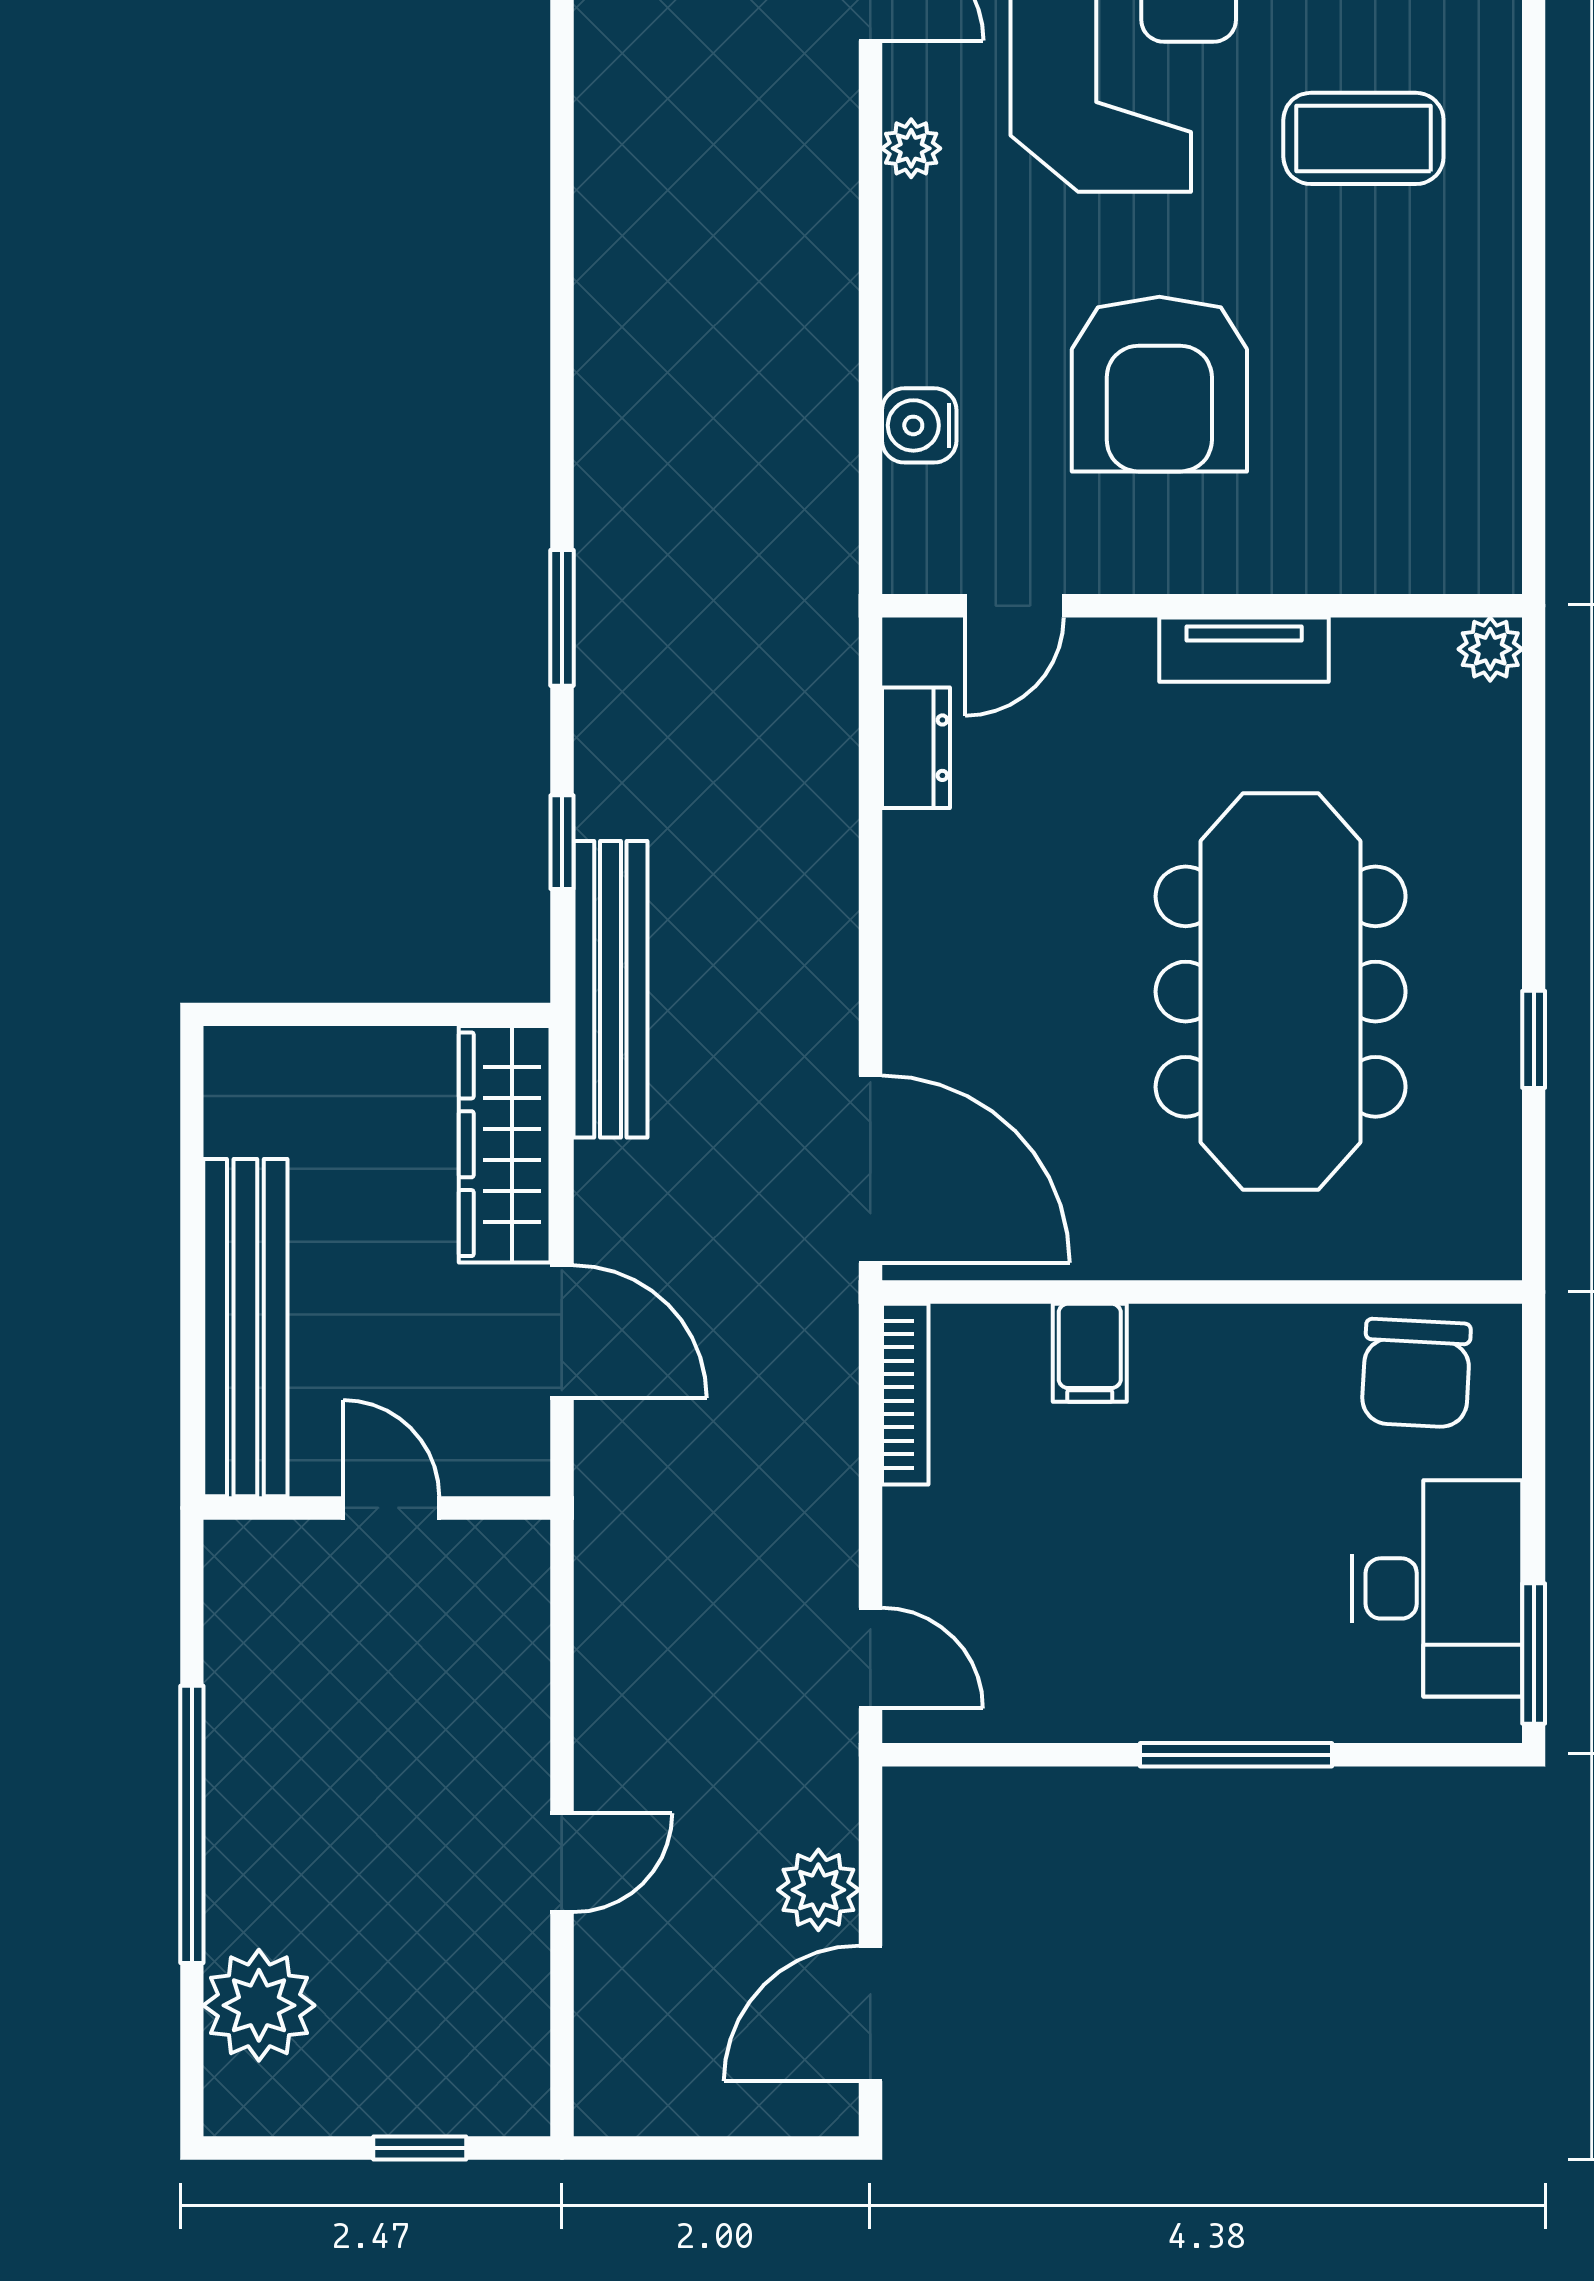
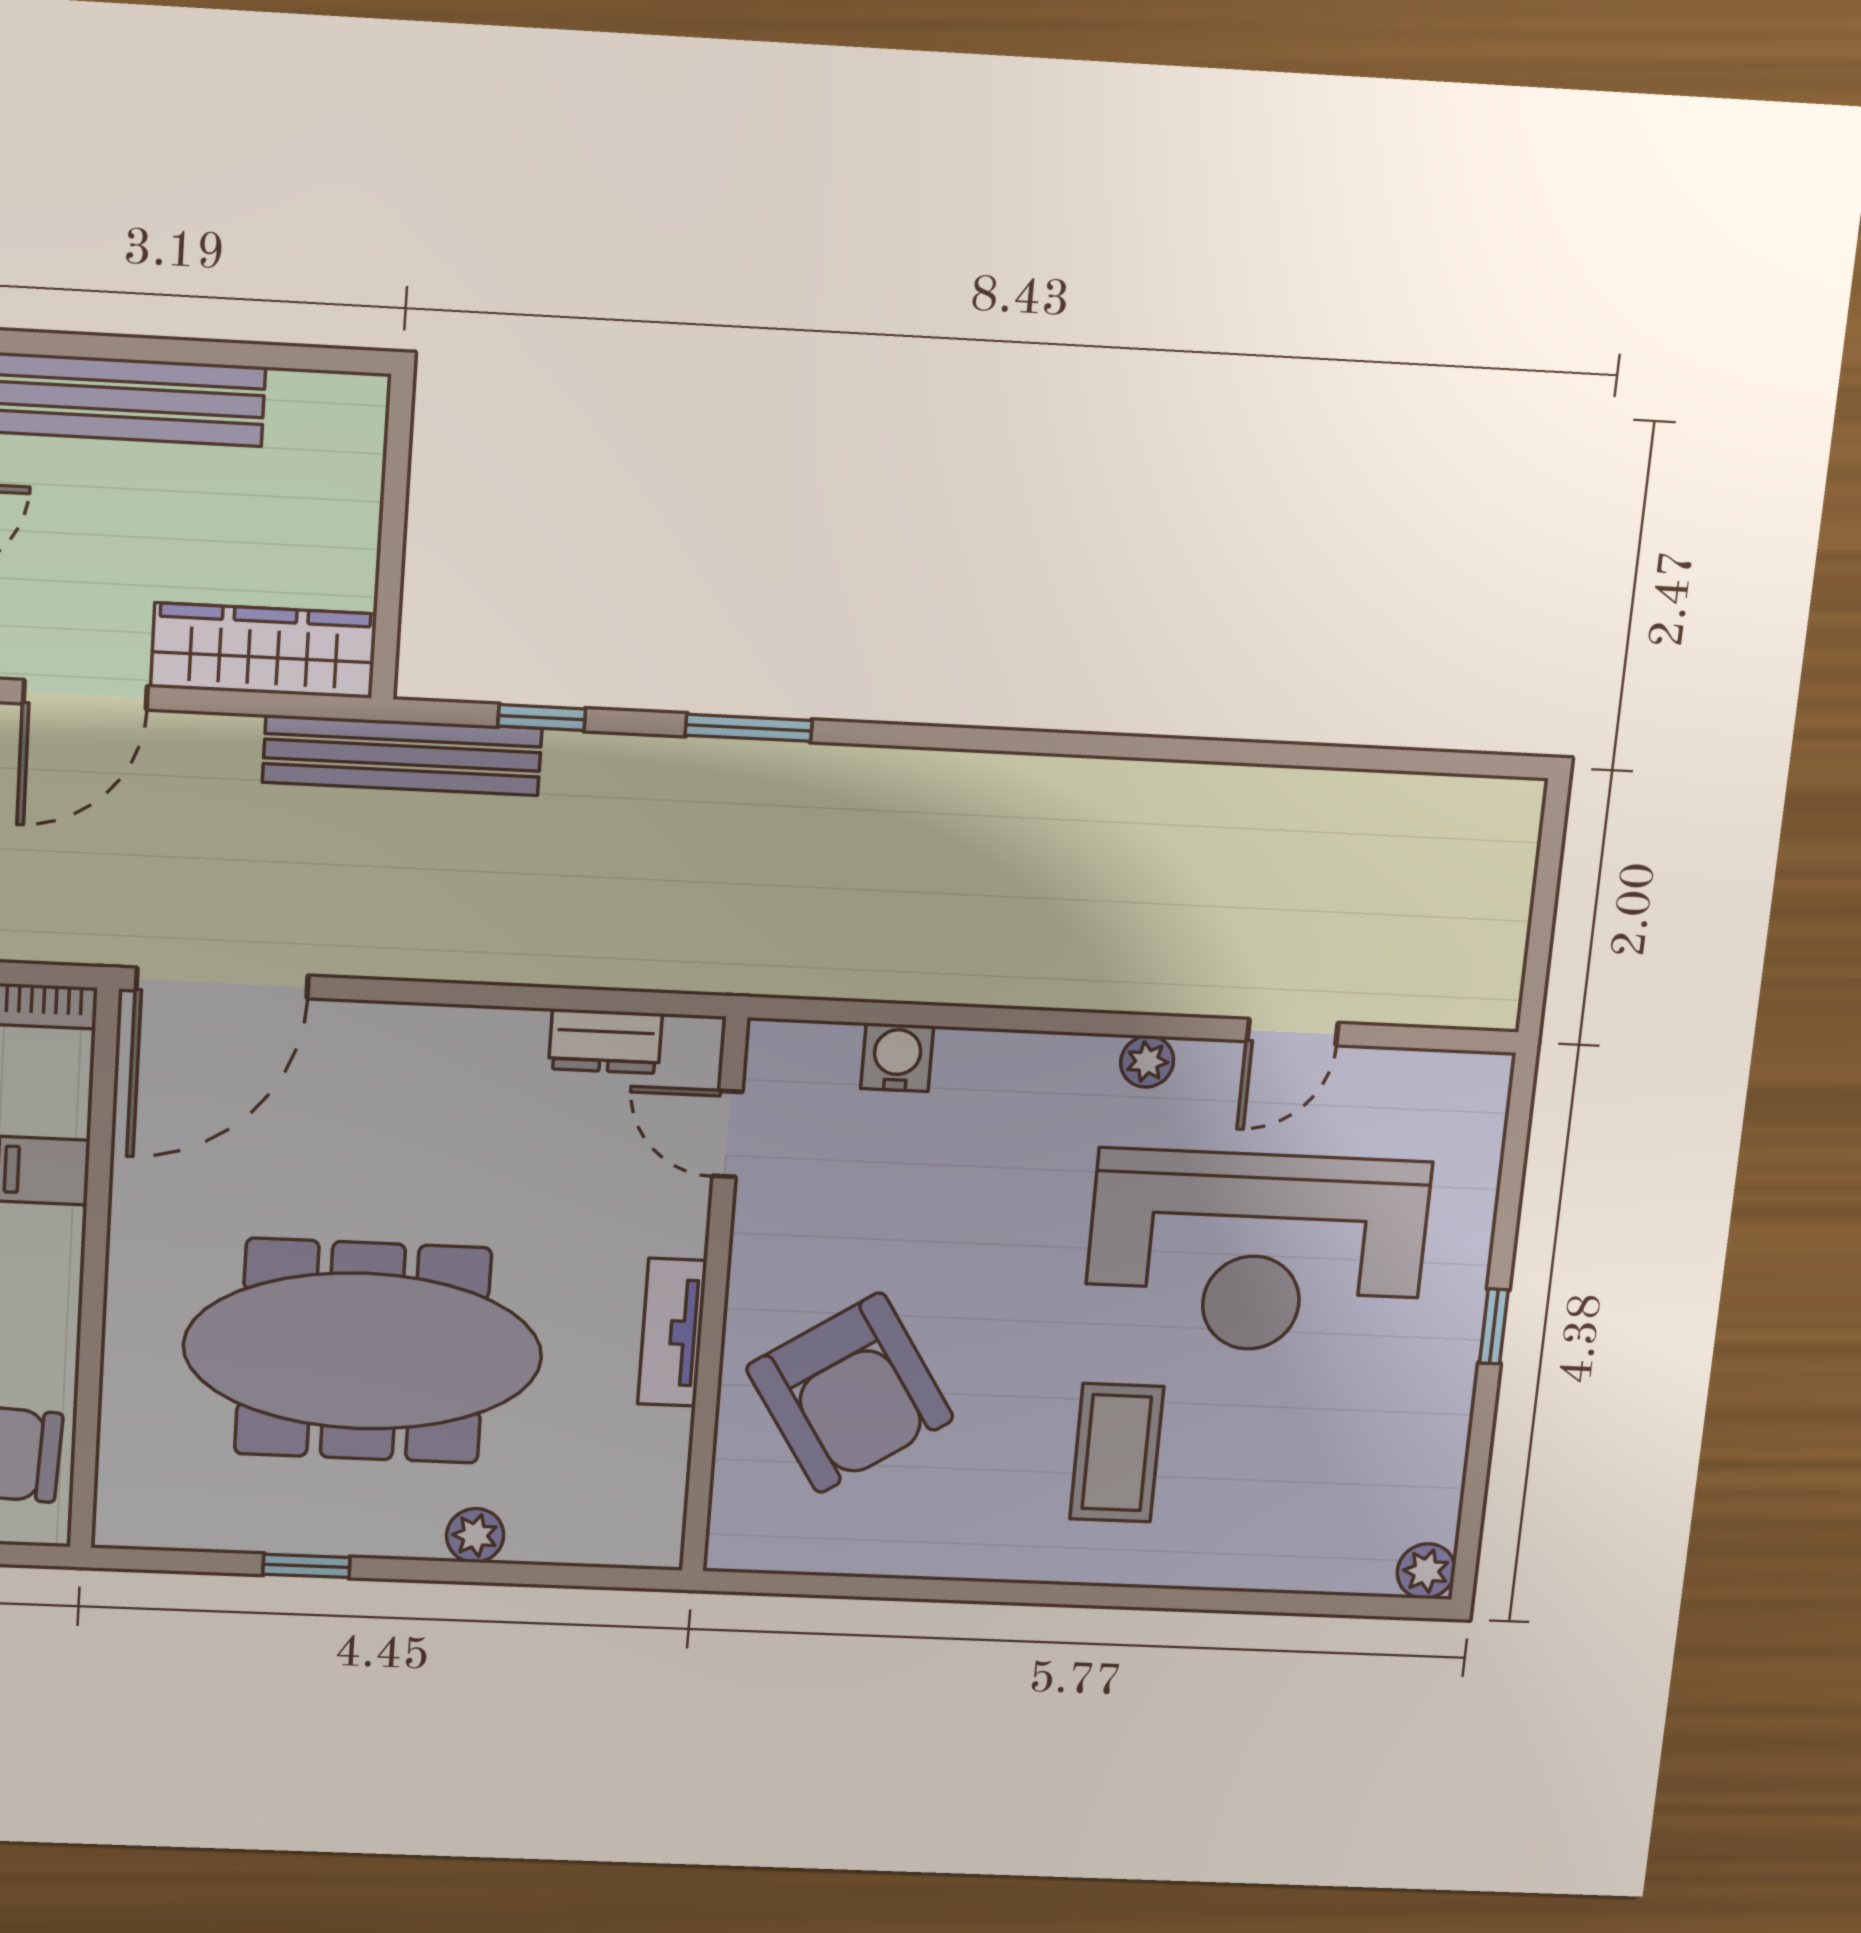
armchair: (1159, 384) -> (850, 1393), moved, turned -123
plant: (1490, 649) -> (475, 1535), moved

